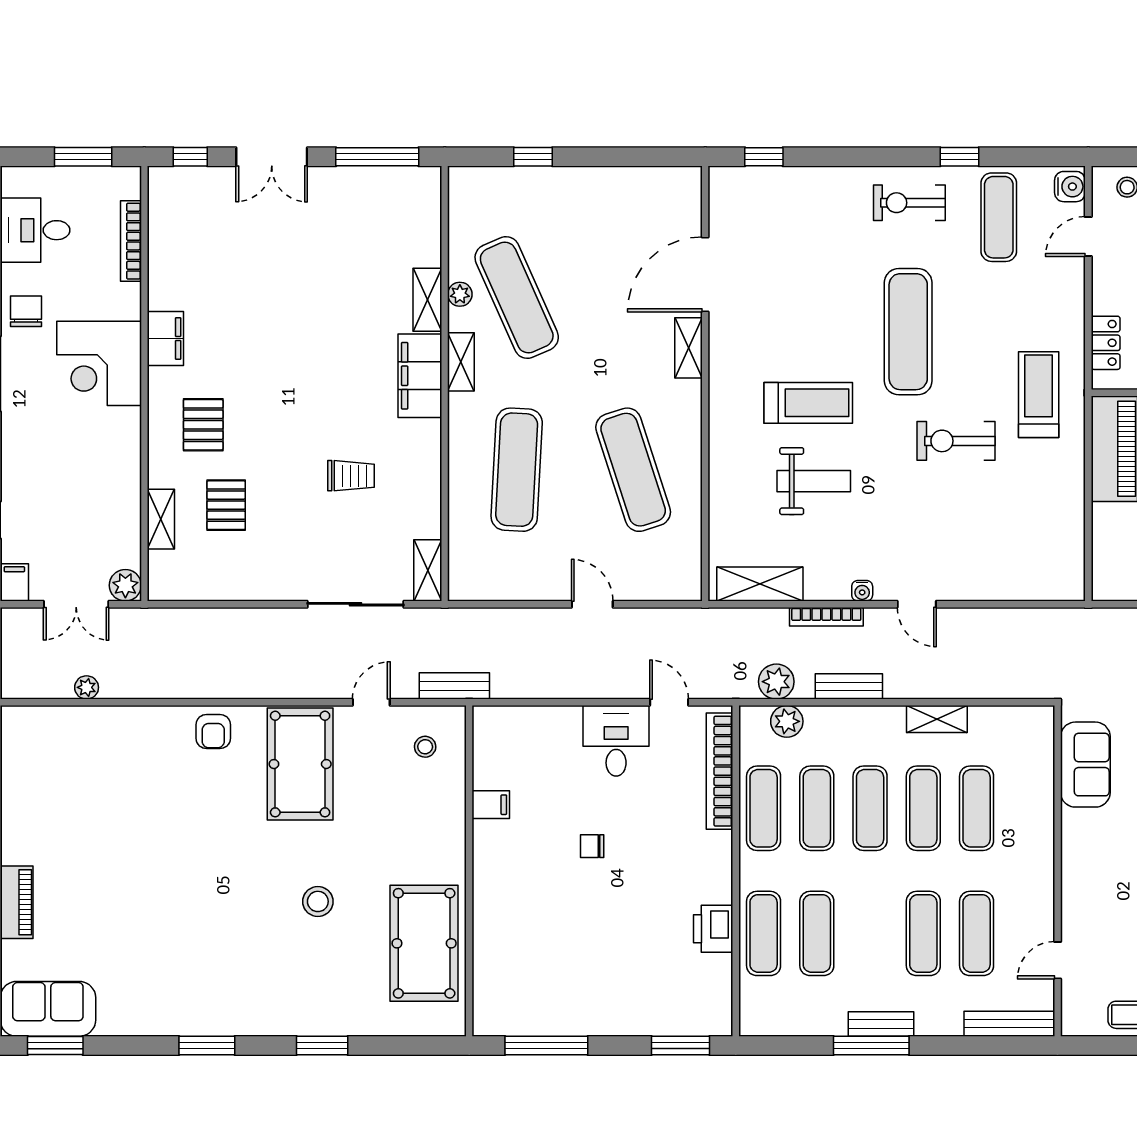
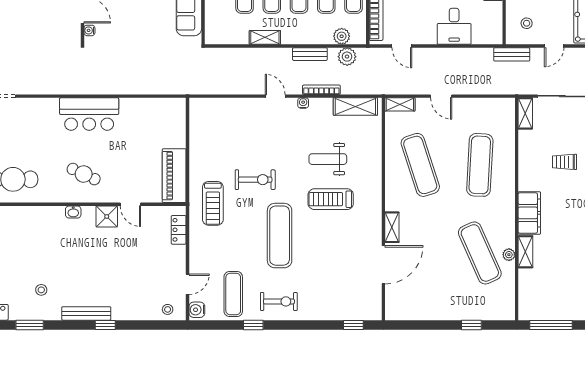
shelving: (461, 362) -> (400, 104), moved, turned 90
desk: (616, 741) -> (454, 26), moved

